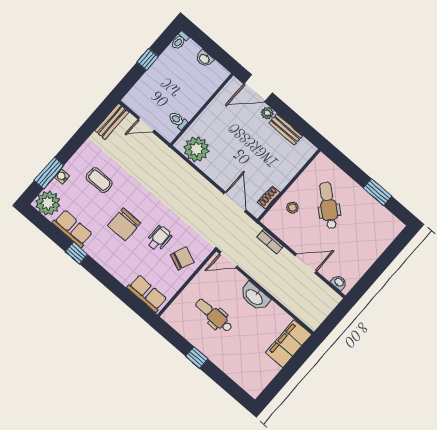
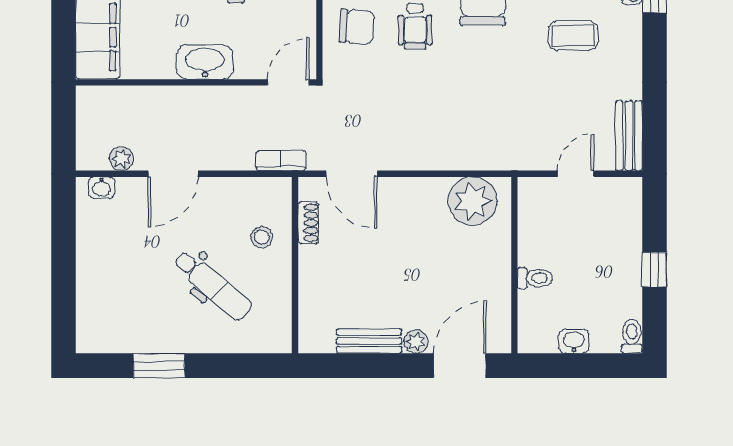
toilet: (178, 121) -> (535, 278), moved
bookcase: (270, 242) -> (281, 161), moved
chair: (182, 258) -> (357, 27), turned -109
plant: (321, 287) -> (122, 159), added

